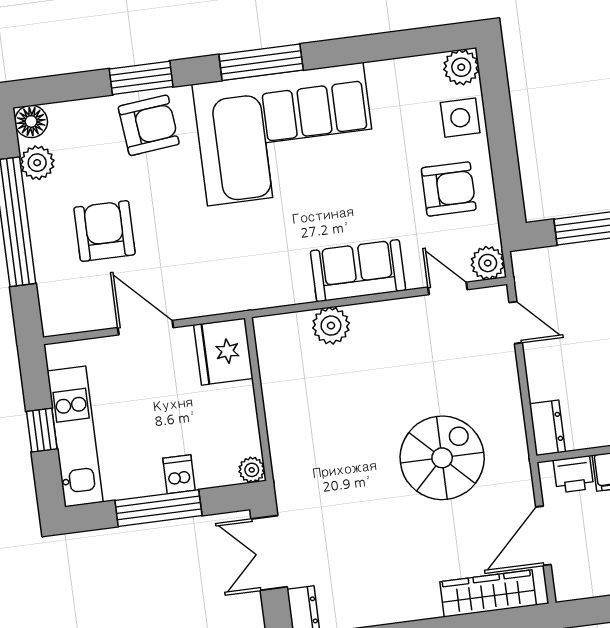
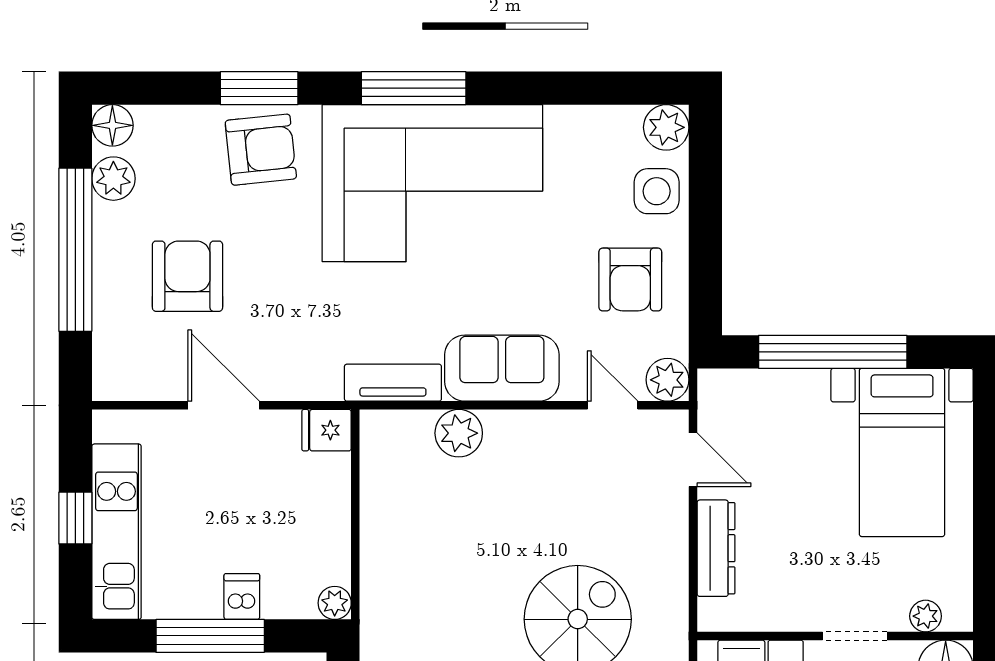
armchair: (449, 189) -> (630, 280), turned 90
tv unit: (275, 293) -> (393, 383), added
fridge: (223, 352) -> (327, 430), width x0.53, depth x0.75
dresser: (547, 428) -> (716, 548), moved, width x1.44

